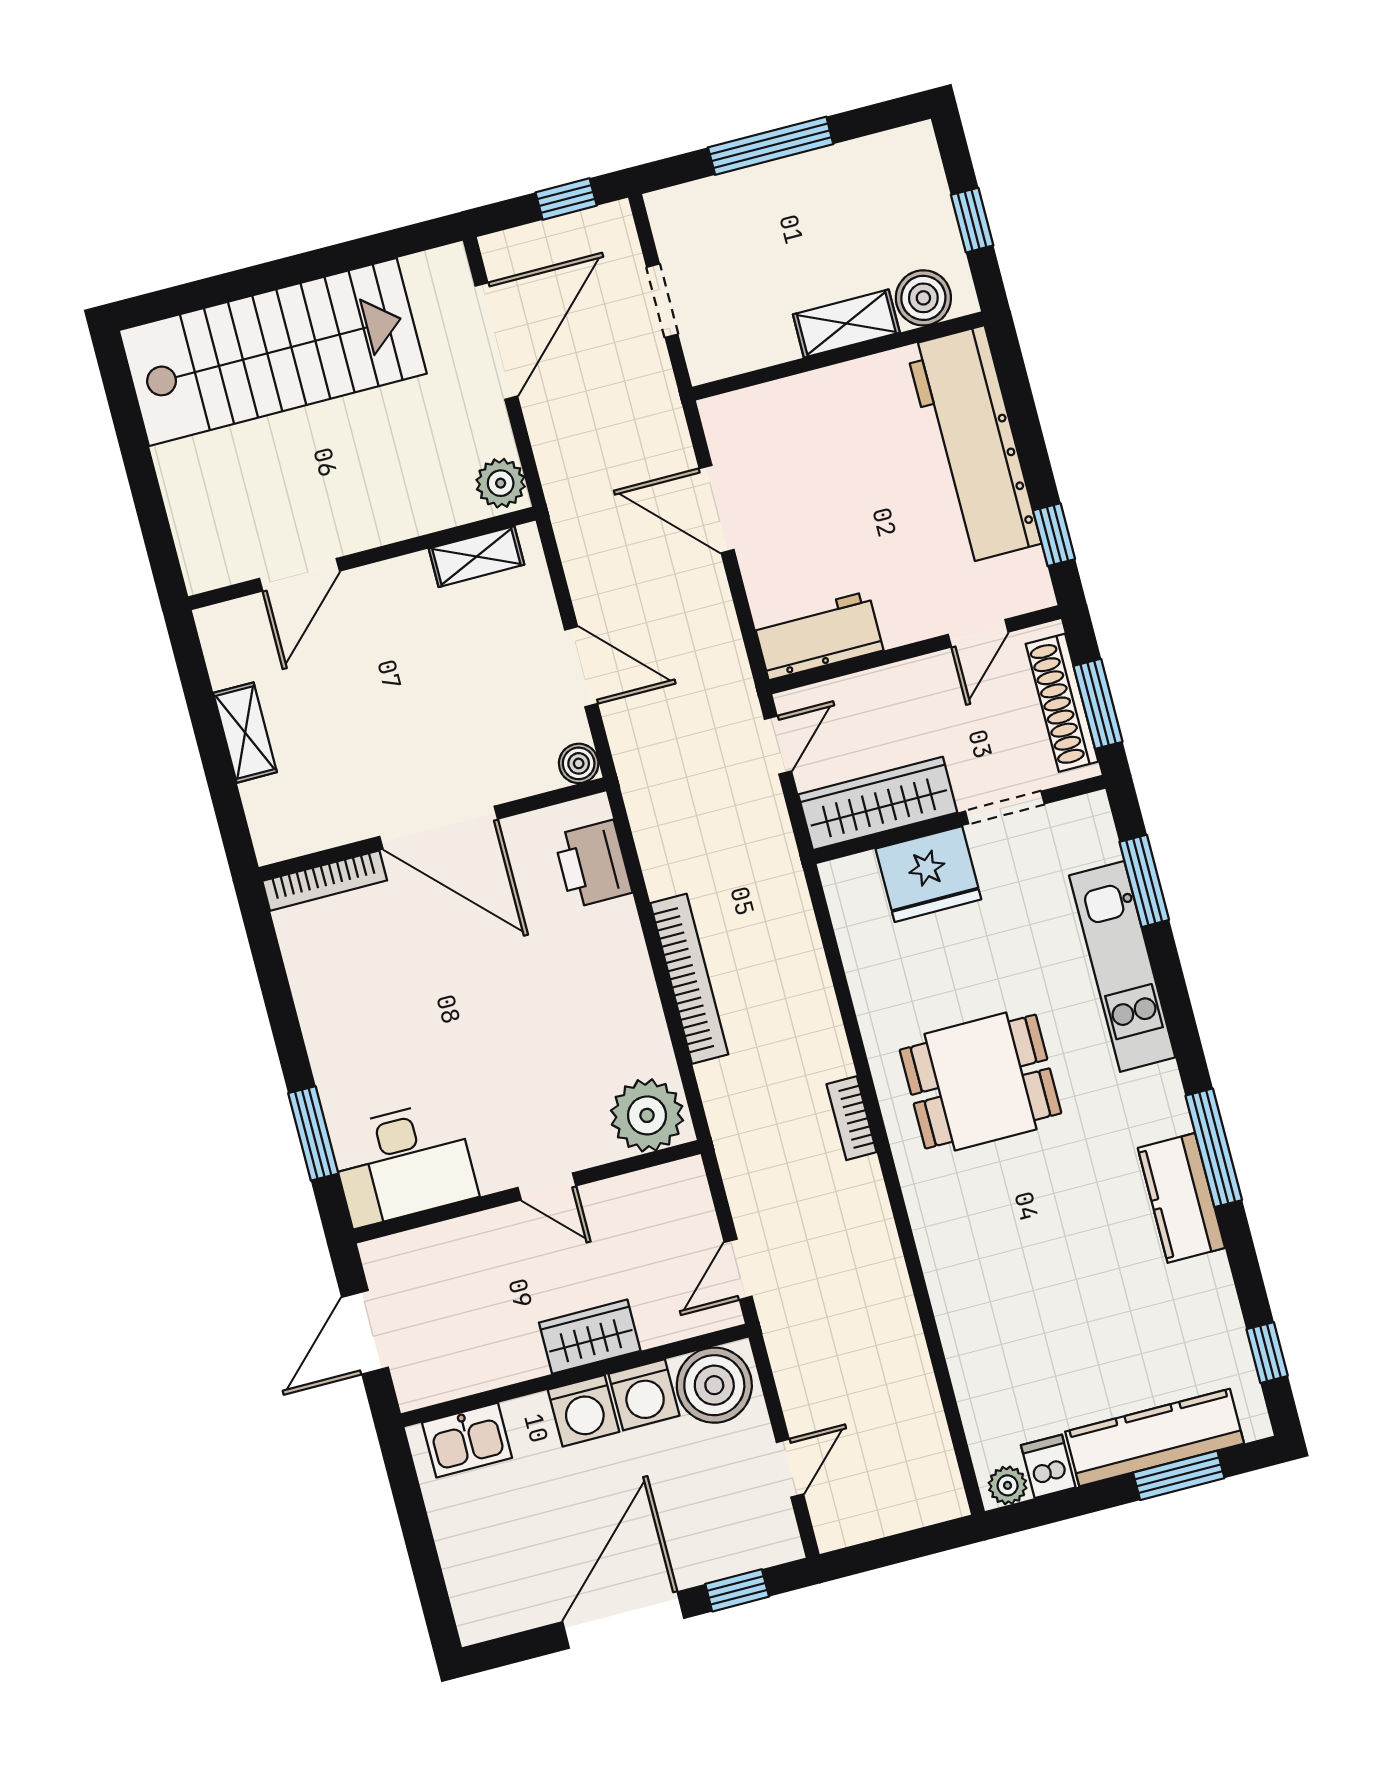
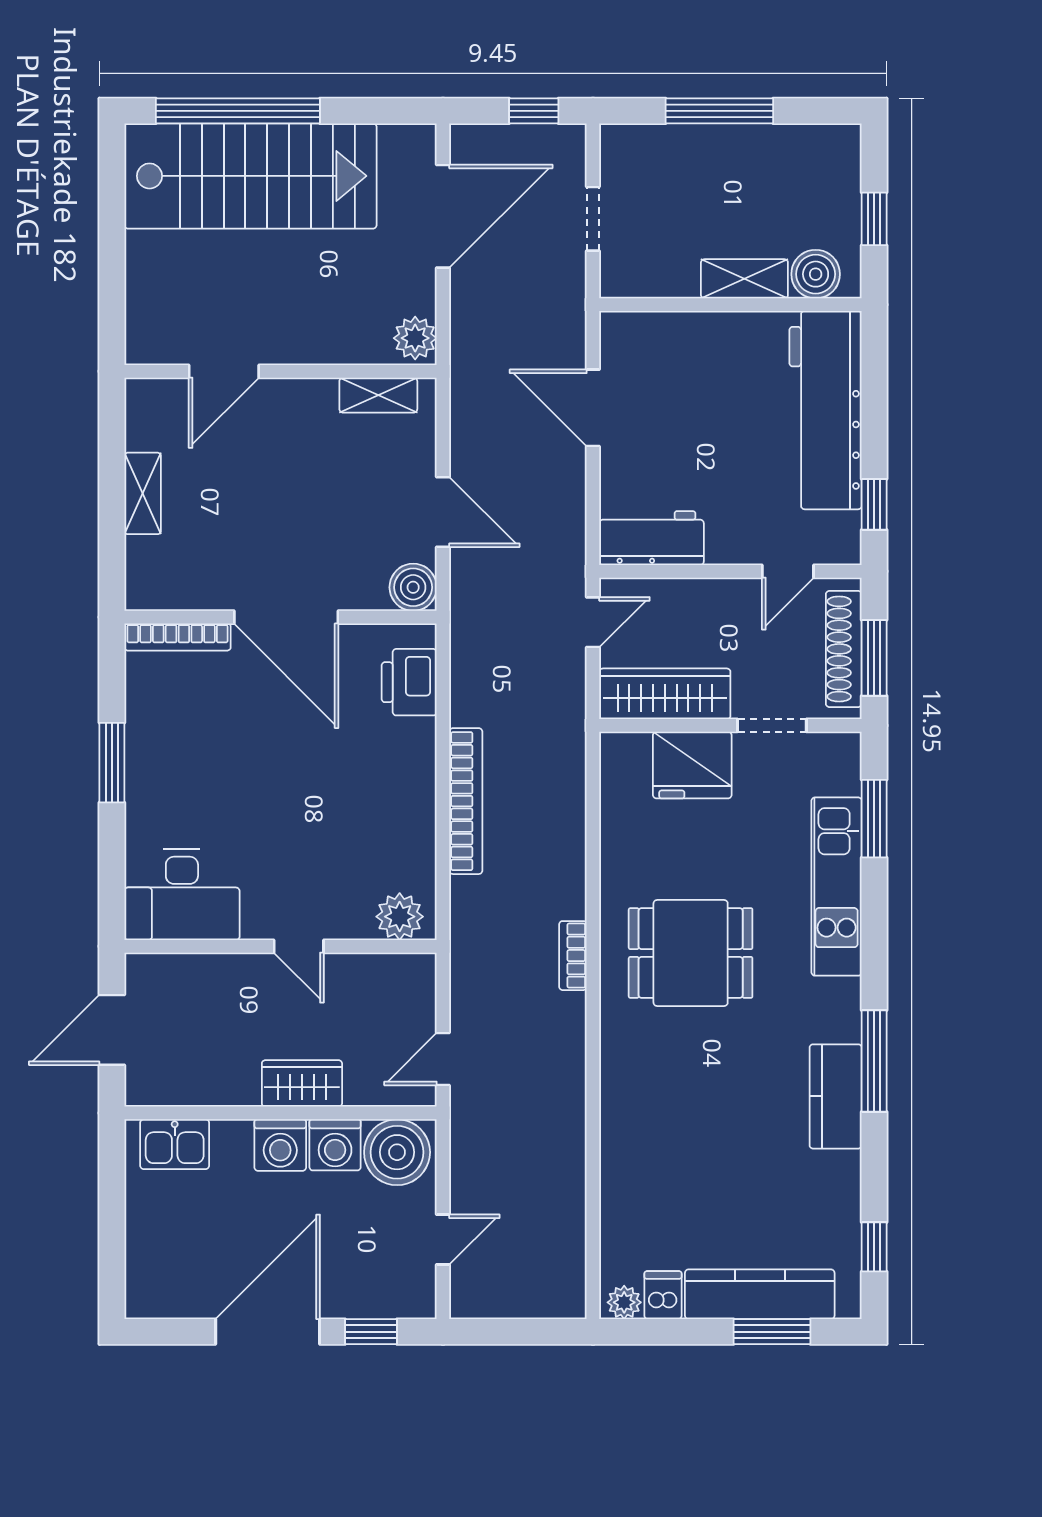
window: (240, 284) -> (238, 111), added
boiler: (579, 763) -> (413, 587), width x1.36, depth x1.36
plant: (647, 1115) -> (400, 917), width x0.73, depth x0.73
window: (313, 1133) -> (112, 763), moved

